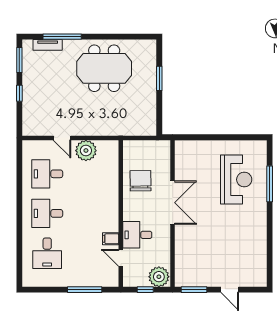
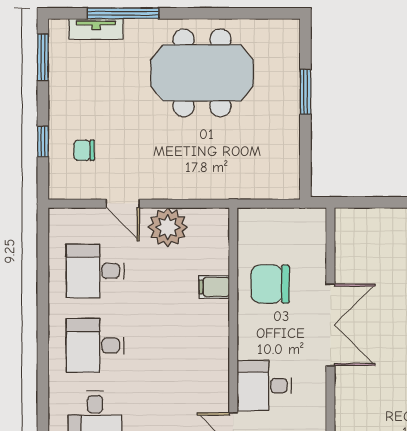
window: (19, 93) -> (43, 141), moved
chair: (41, 110) -> (84, 150), added
chair: (140, 181) -> (270, 284), turned -89
filing cabinet: (111, 239) -> (214, 287), moved

